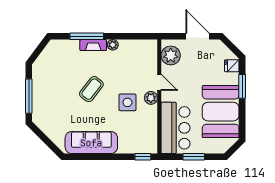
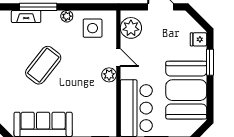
fireplace: (93, 45) -> (26, 16), moved
coffee table: (91, 89) -> (43, 65), width x1.36, depth x1.32
side table: (127, 102) -> (93, 28), moved

